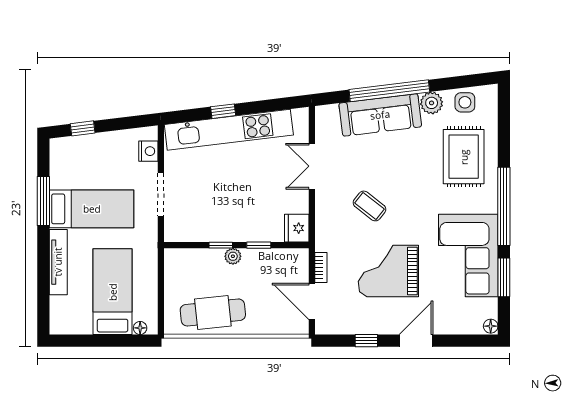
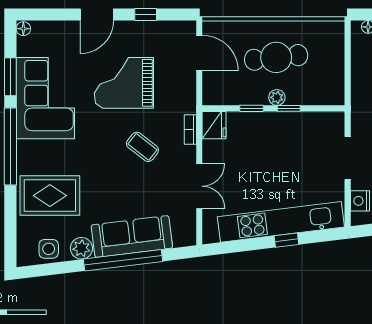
rug: (464, 157) -> (50, 196), turned 90
bookcase: (321, 267) -> (190, 129), moved
grand piano: (388, 271) -> (124, 83), turned 180
cafe table: (213, 312) -> (276, 57), moved

